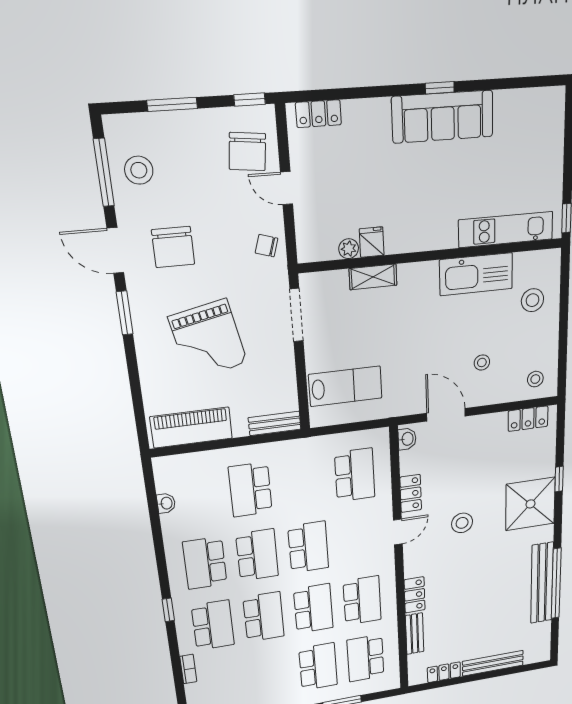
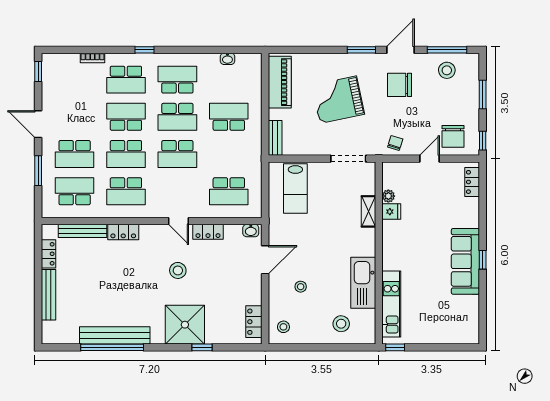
chair: (247, 152) -> (453, 136), turned -96
school desk: (264, 617) -> (126, 117), turned 180
bench: (415, 634) -> (82, 231), width x1.36

